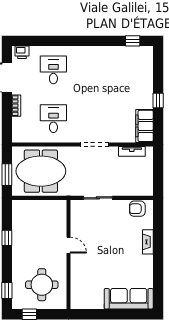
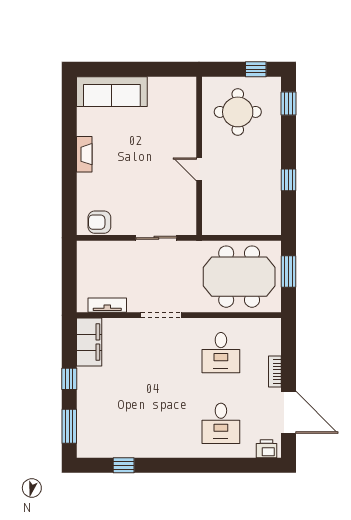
window: (133, 41) -> (124, 465), moved
window: (158, 68) -> (69, 426), added
armchair: (137, 209) -> (99, 222), turned 180
fireplace: (148, 242) -> (84, 154), moved

